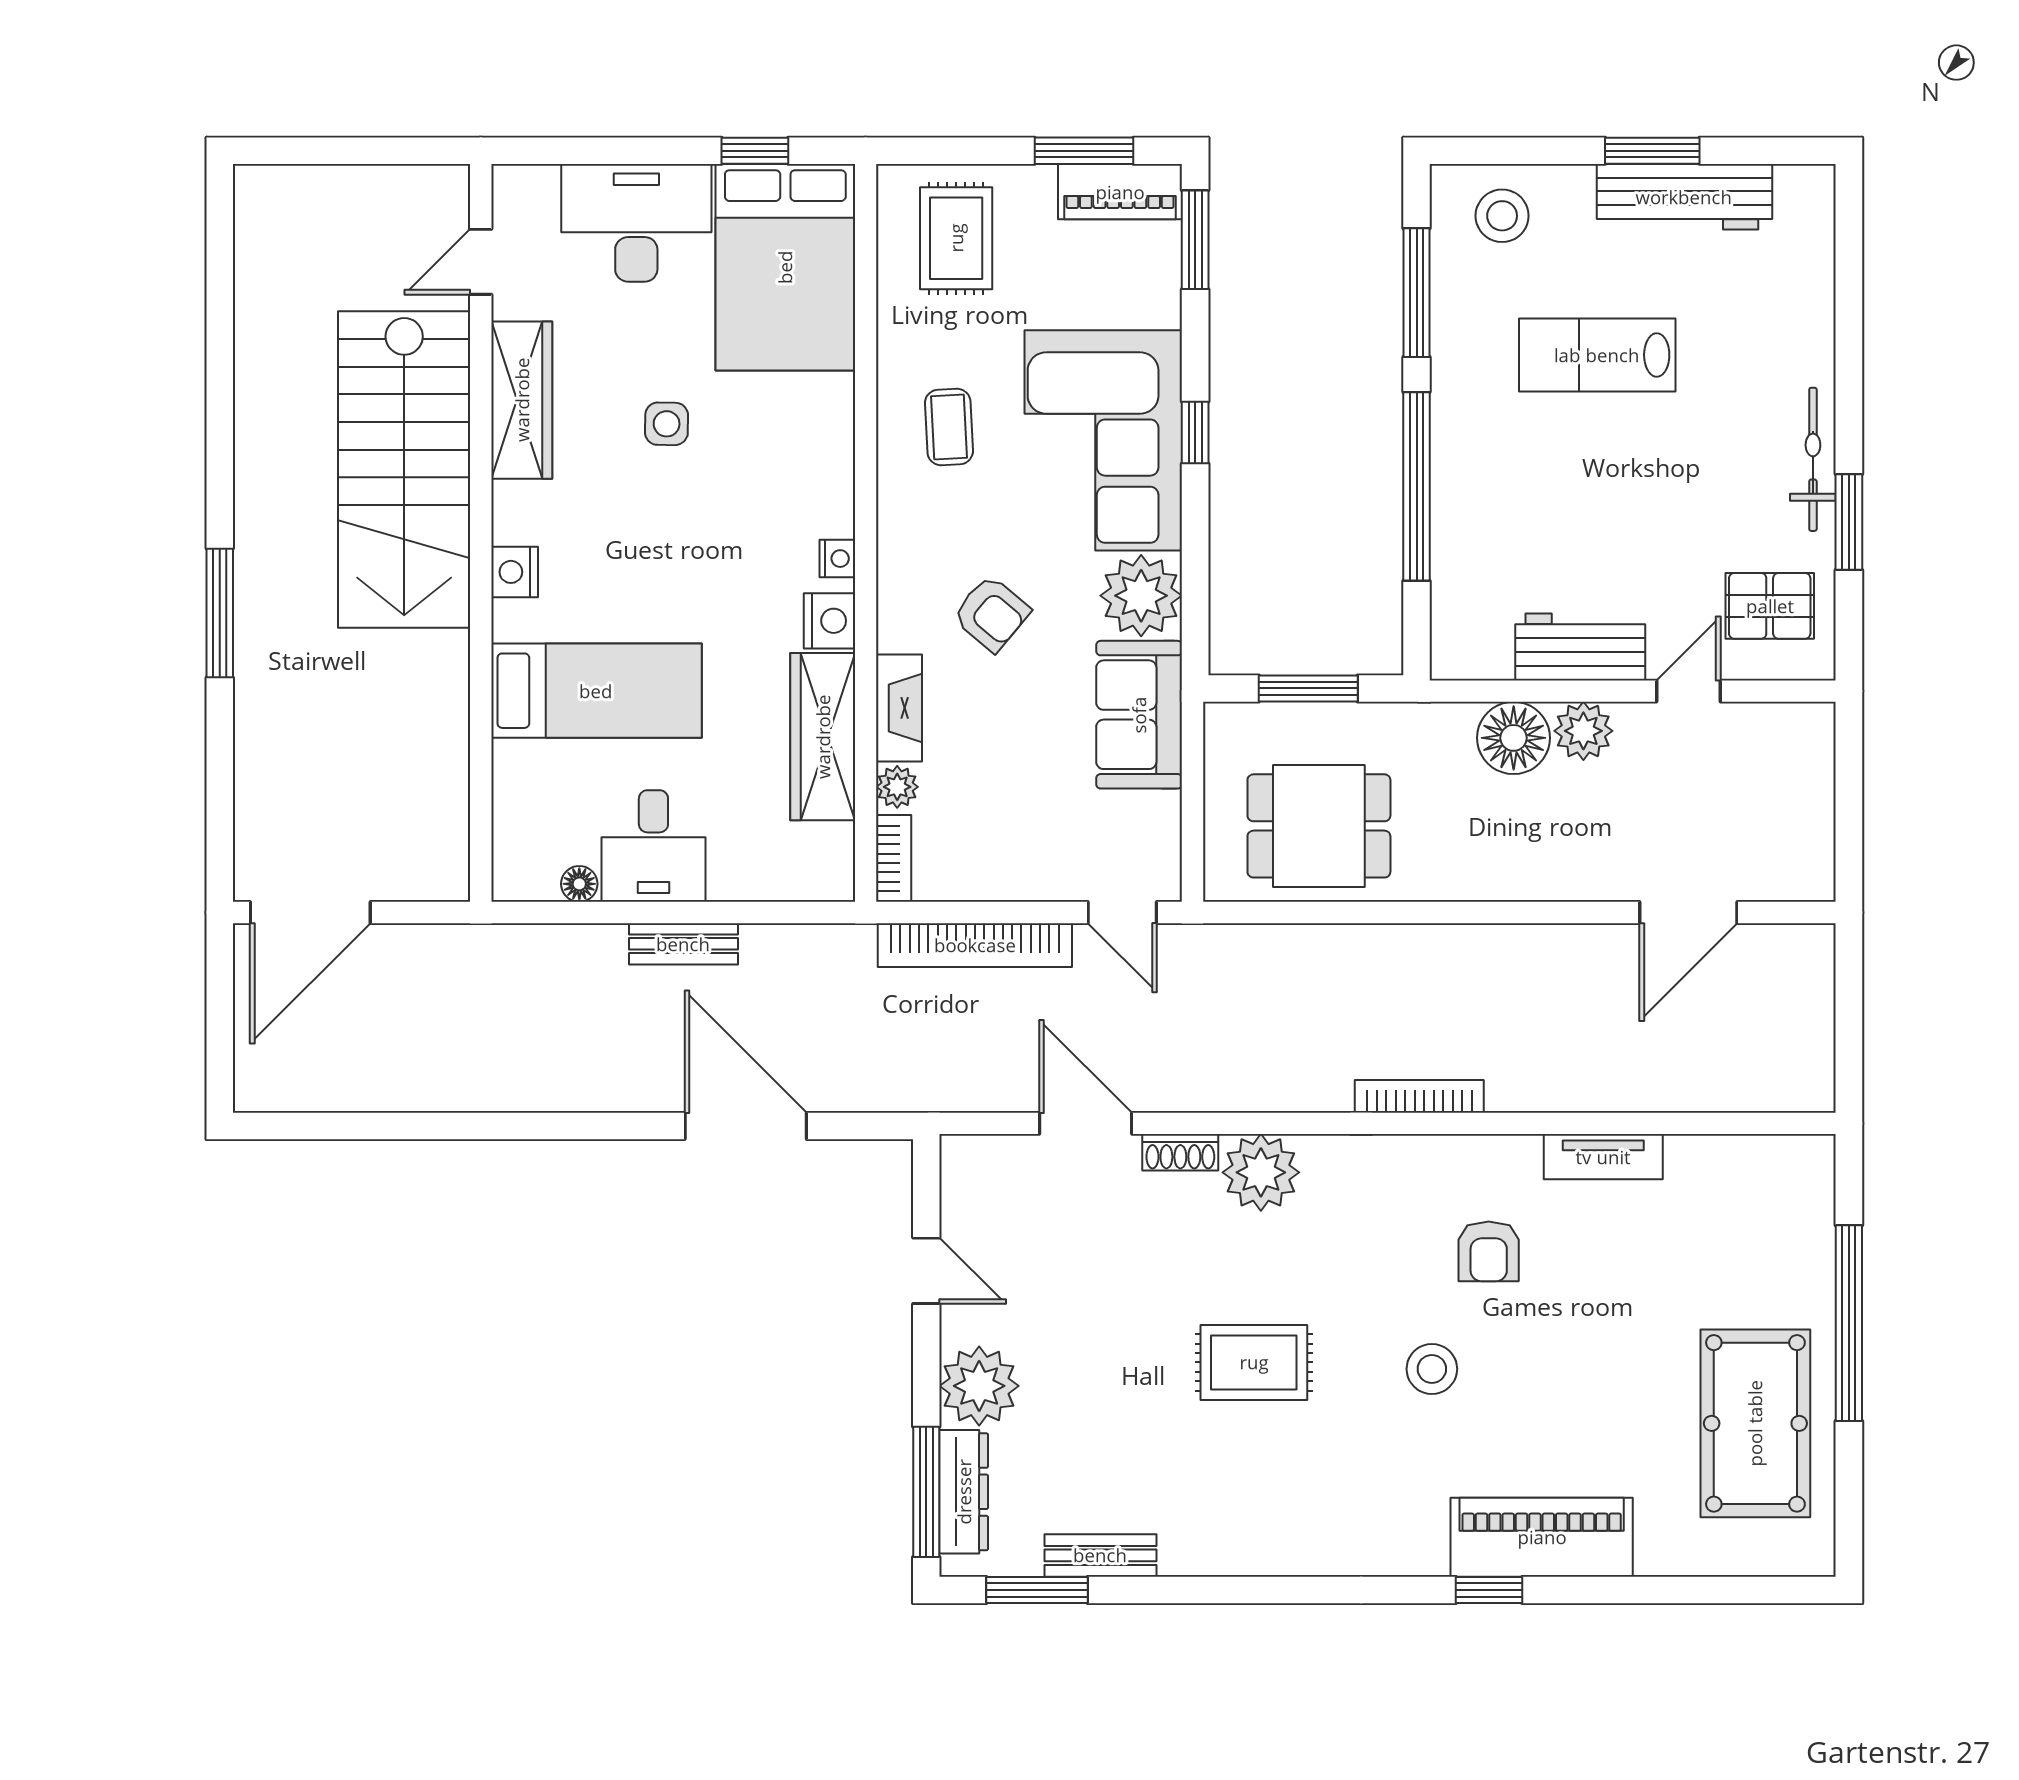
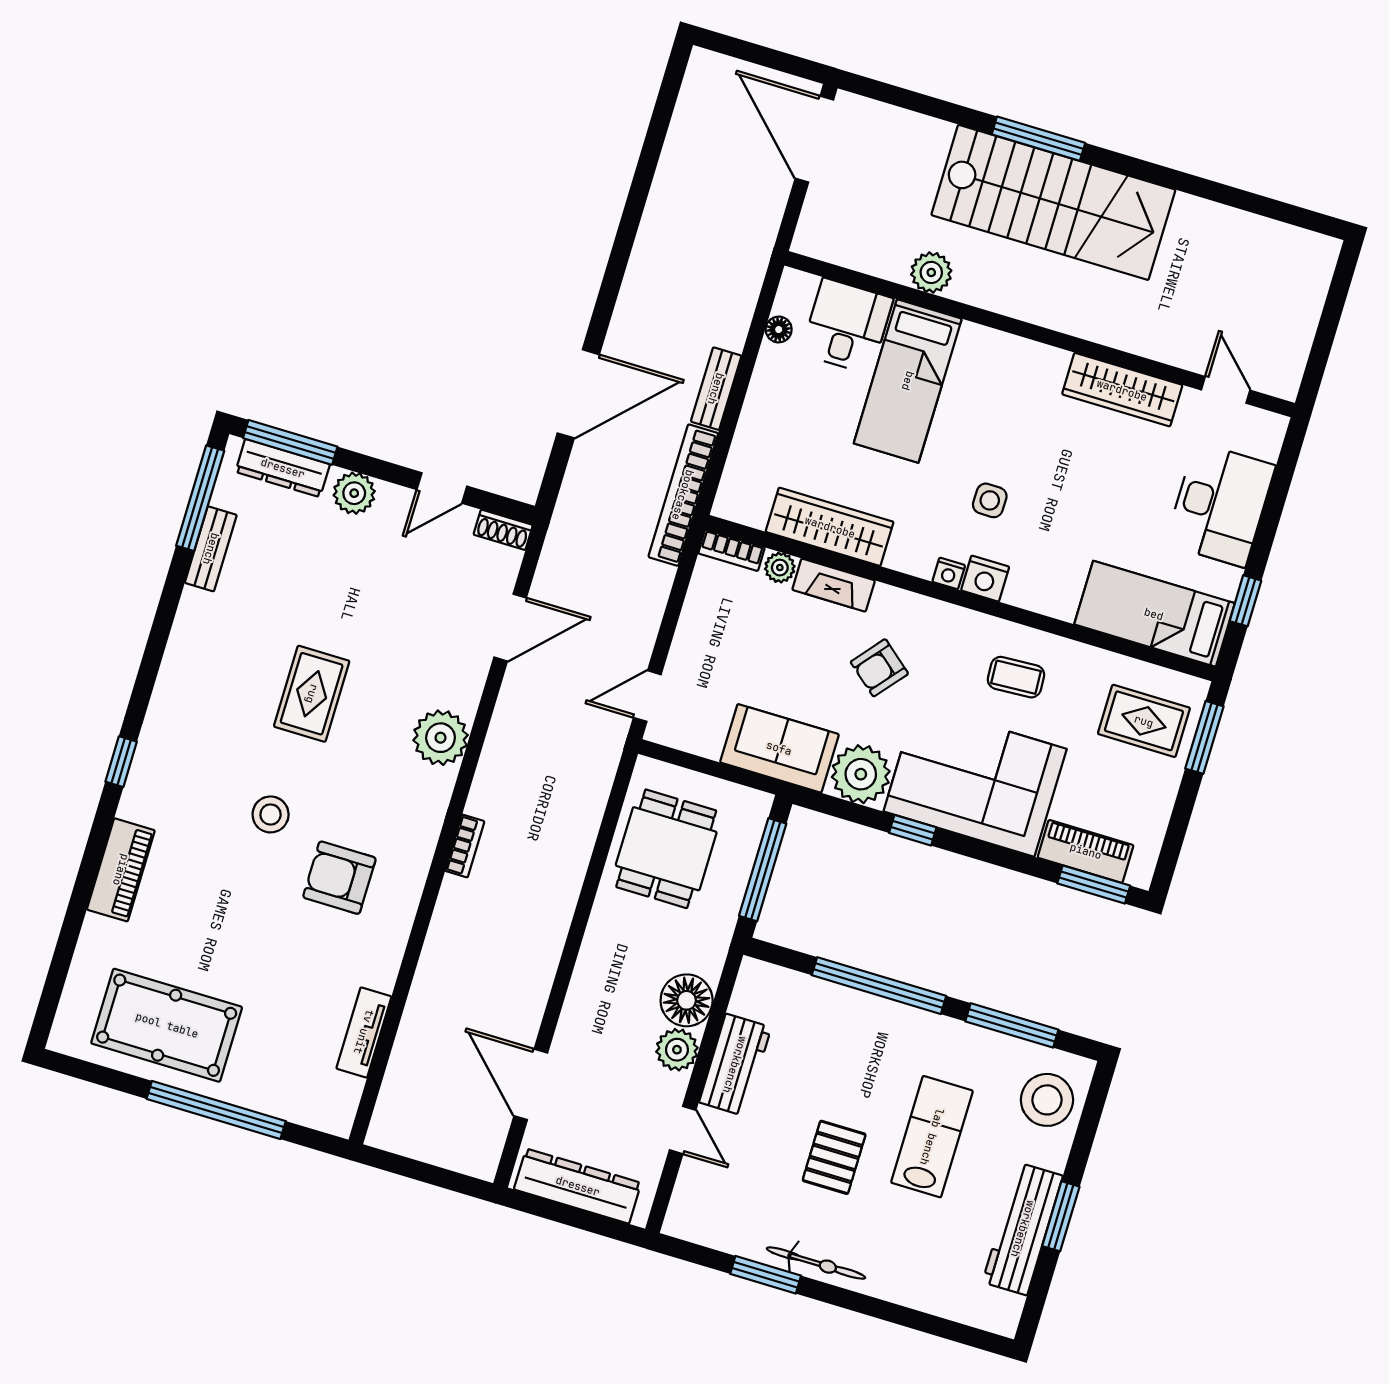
window: (1084, 151) -> (1204, 737), moved
piano: (1120, 192) -> (1086, 851), moved, turned 90
stool: (1502, 216) -> (1047, 1100), width x1.38, depth x1.38
bed: (785, 267) -> (1154, 614), width x0.67
side table: (667, 424) -> (990, 500), moved
window: (1195, 433) -> (913, 830), moved
stairs: (404, 470) -> (1053, 202), moved, turned 180
nightstand: (515, 572) -> (1006, 349), removed
pallet: (1770, 606) -> (834, 1157), moved
nightstand: (830, 621) -> (985, 579), moved
window: (1308, 688) -> (763, 870), width x1.44
plant: (442, 703) -> (931, 272), added
dresser: (1806, 809) -> (578, 1186), added
desk: (653, 846) -> (847, 326), moved, turned 90
bookcase: (975, 945) -> (683, 495), moved
bookcase: (1419, 1096) -> (465, 846), width x0.64
shoe rack: (1180, 1152) -> (503, 530), moved, turned -90
tv unit: (1603, 1157) -> (364, 1032), moved
armchair: (1489, 1251) -> (339, 878), width x1.38, depth x1.38
plant: (979, 1386) -> (354, 493), width x0.73, depth x0.73
piano: (1542, 1537) -> (121, 870), width x0.73, depth x0.75
window: (1037, 1590) -> (200, 498), width x1.44
window: (1489, 1590) -> (121, 762), moved

